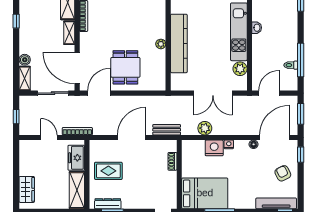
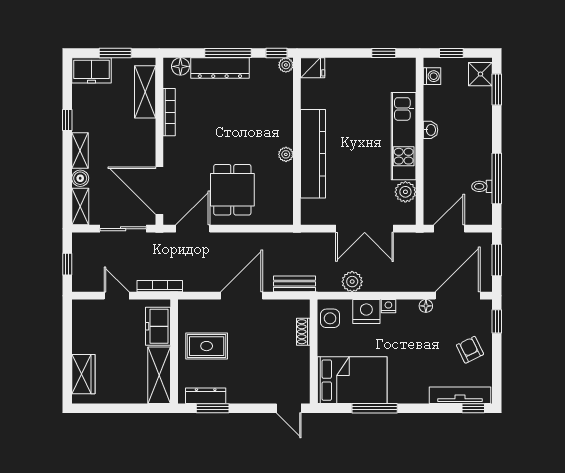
shelving: (69, 33) -> (80, 150), moved
side table: (190, 152) -> (330, 318), added

